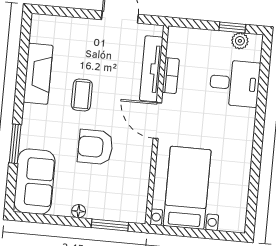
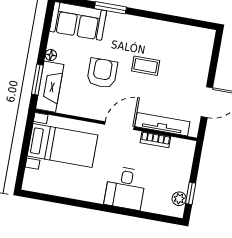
fireplace: (38, 74) -> (50, 87), moved, turned -90
desk: (235, 83) -> (125, 188), moved

